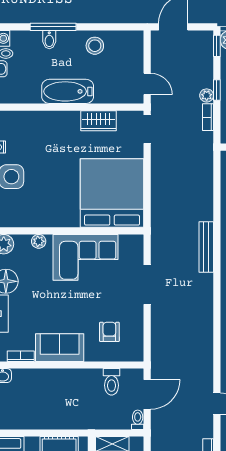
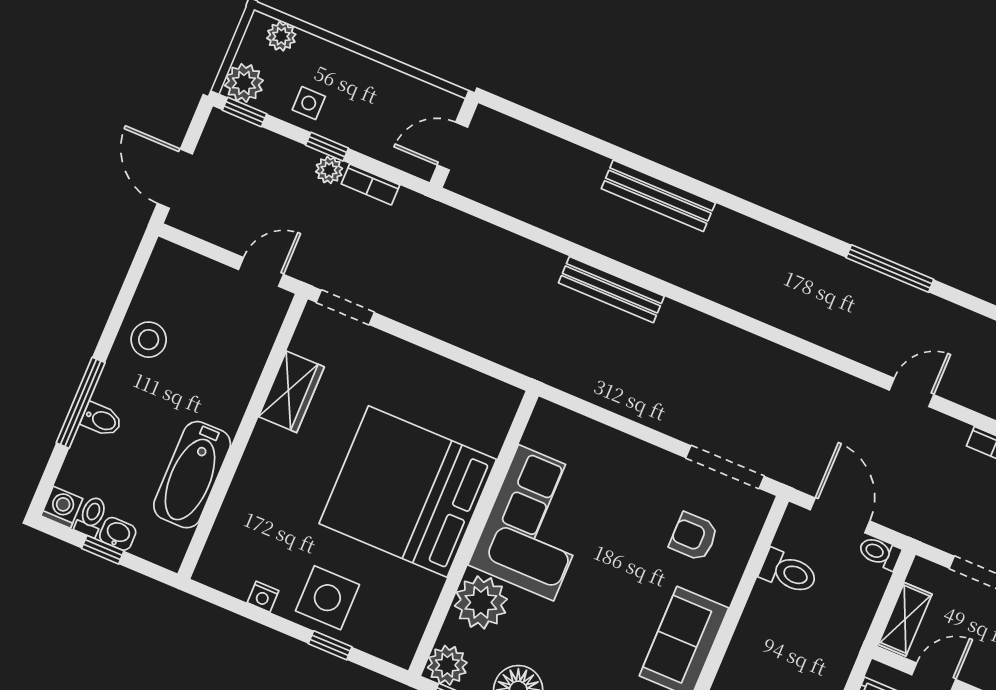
bathtub: (68, 91) -> (192, 475), moved
bed: (112, 193) -> (408, 492), moved
plant: (39, 241) -> (481, 602), width x1.87, depth x1.87
doorway: (147, 285) -> (725, 467), moved

